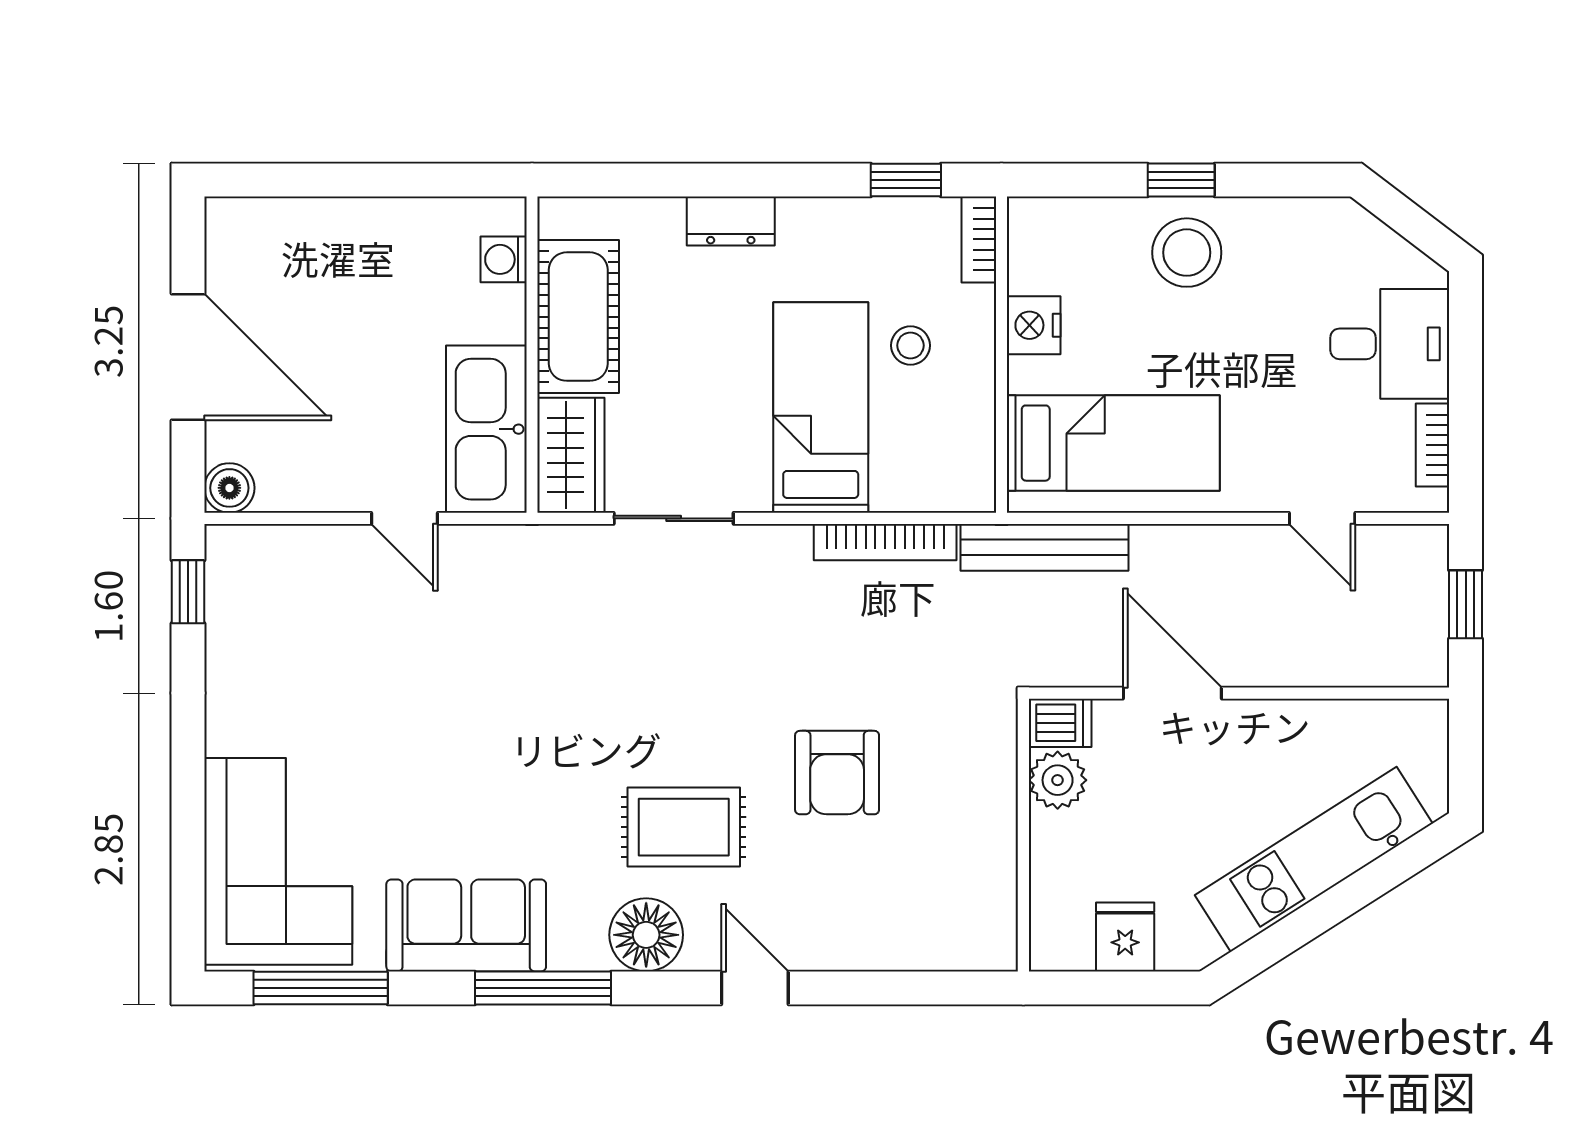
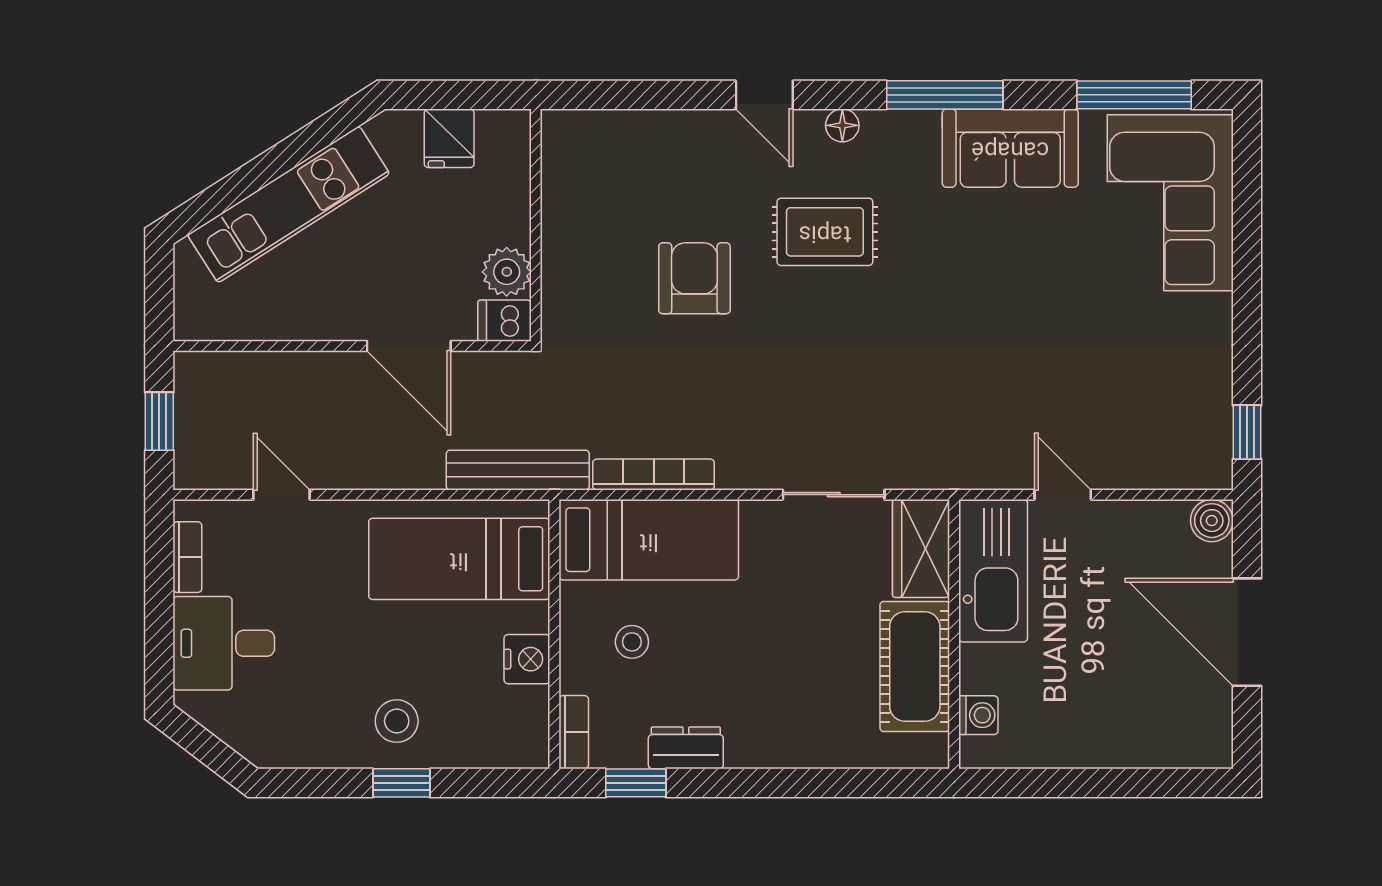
dresser: (731, 221) -> (686, 748), moved
stool: (1187, 253) -> (397, 721), width x0.73, depth x0.73
bed: (821, 408) -> (649, 540), moved, turned -90
floor lamp: (646, 935) -> (842, 125), width x0.53, depth x0.53

